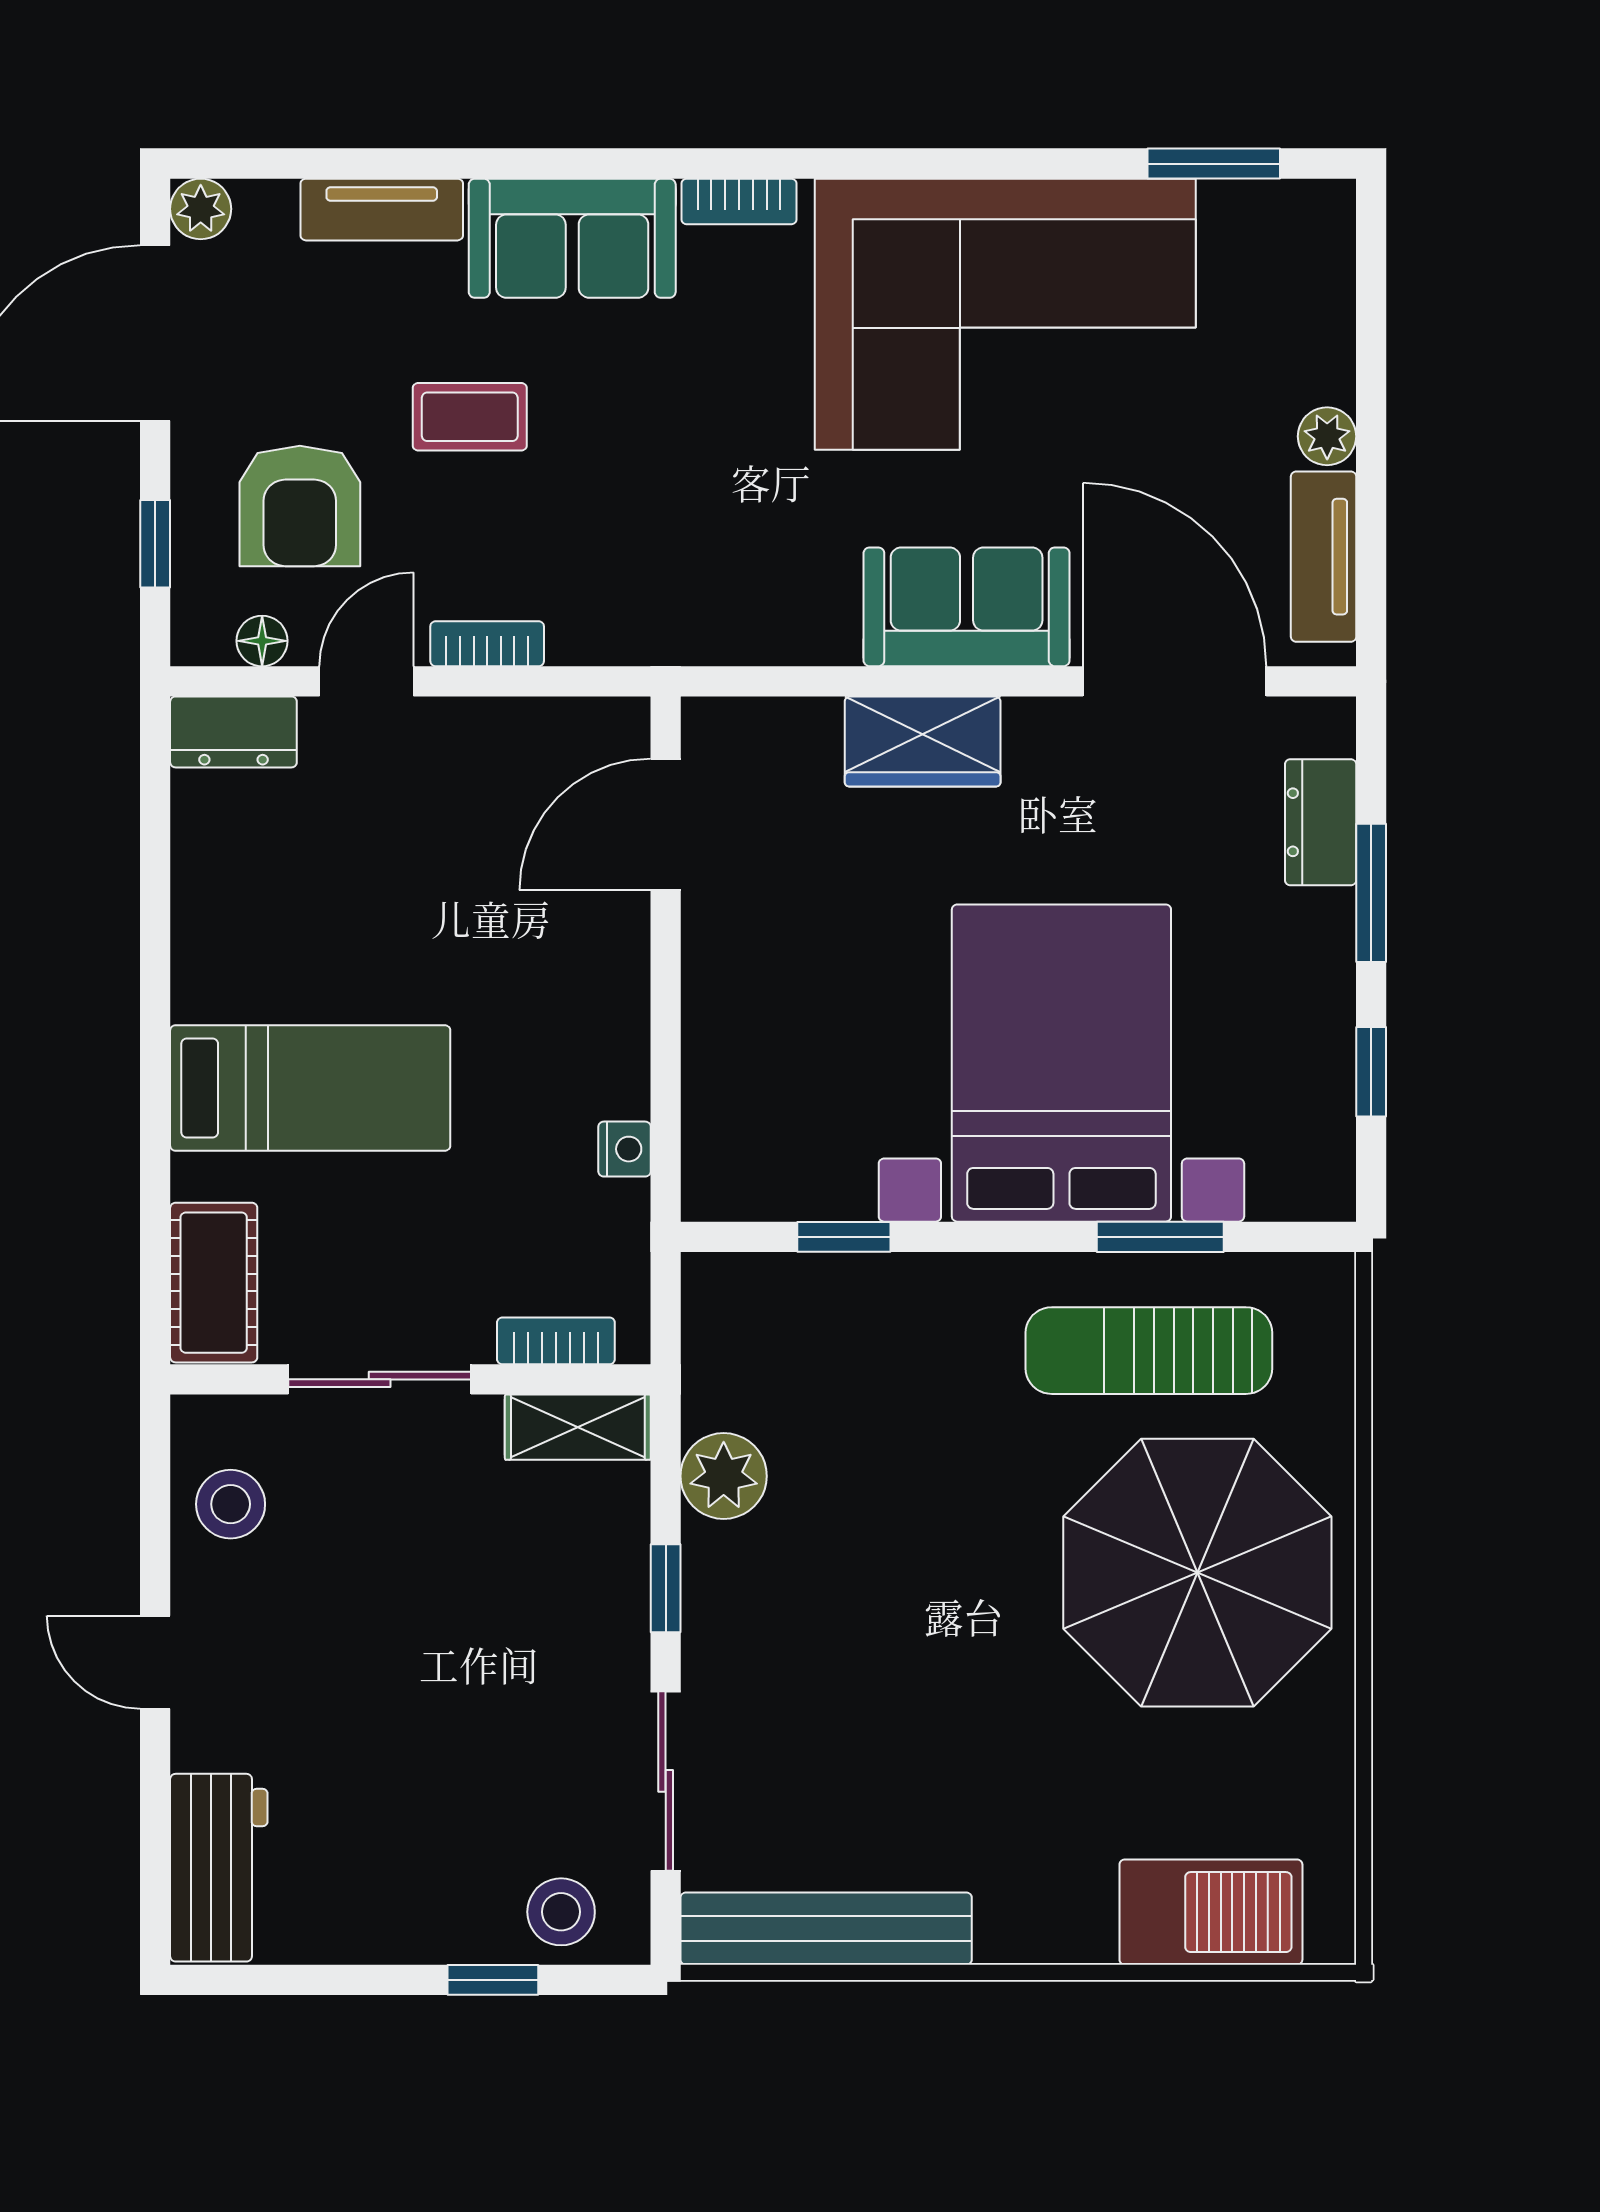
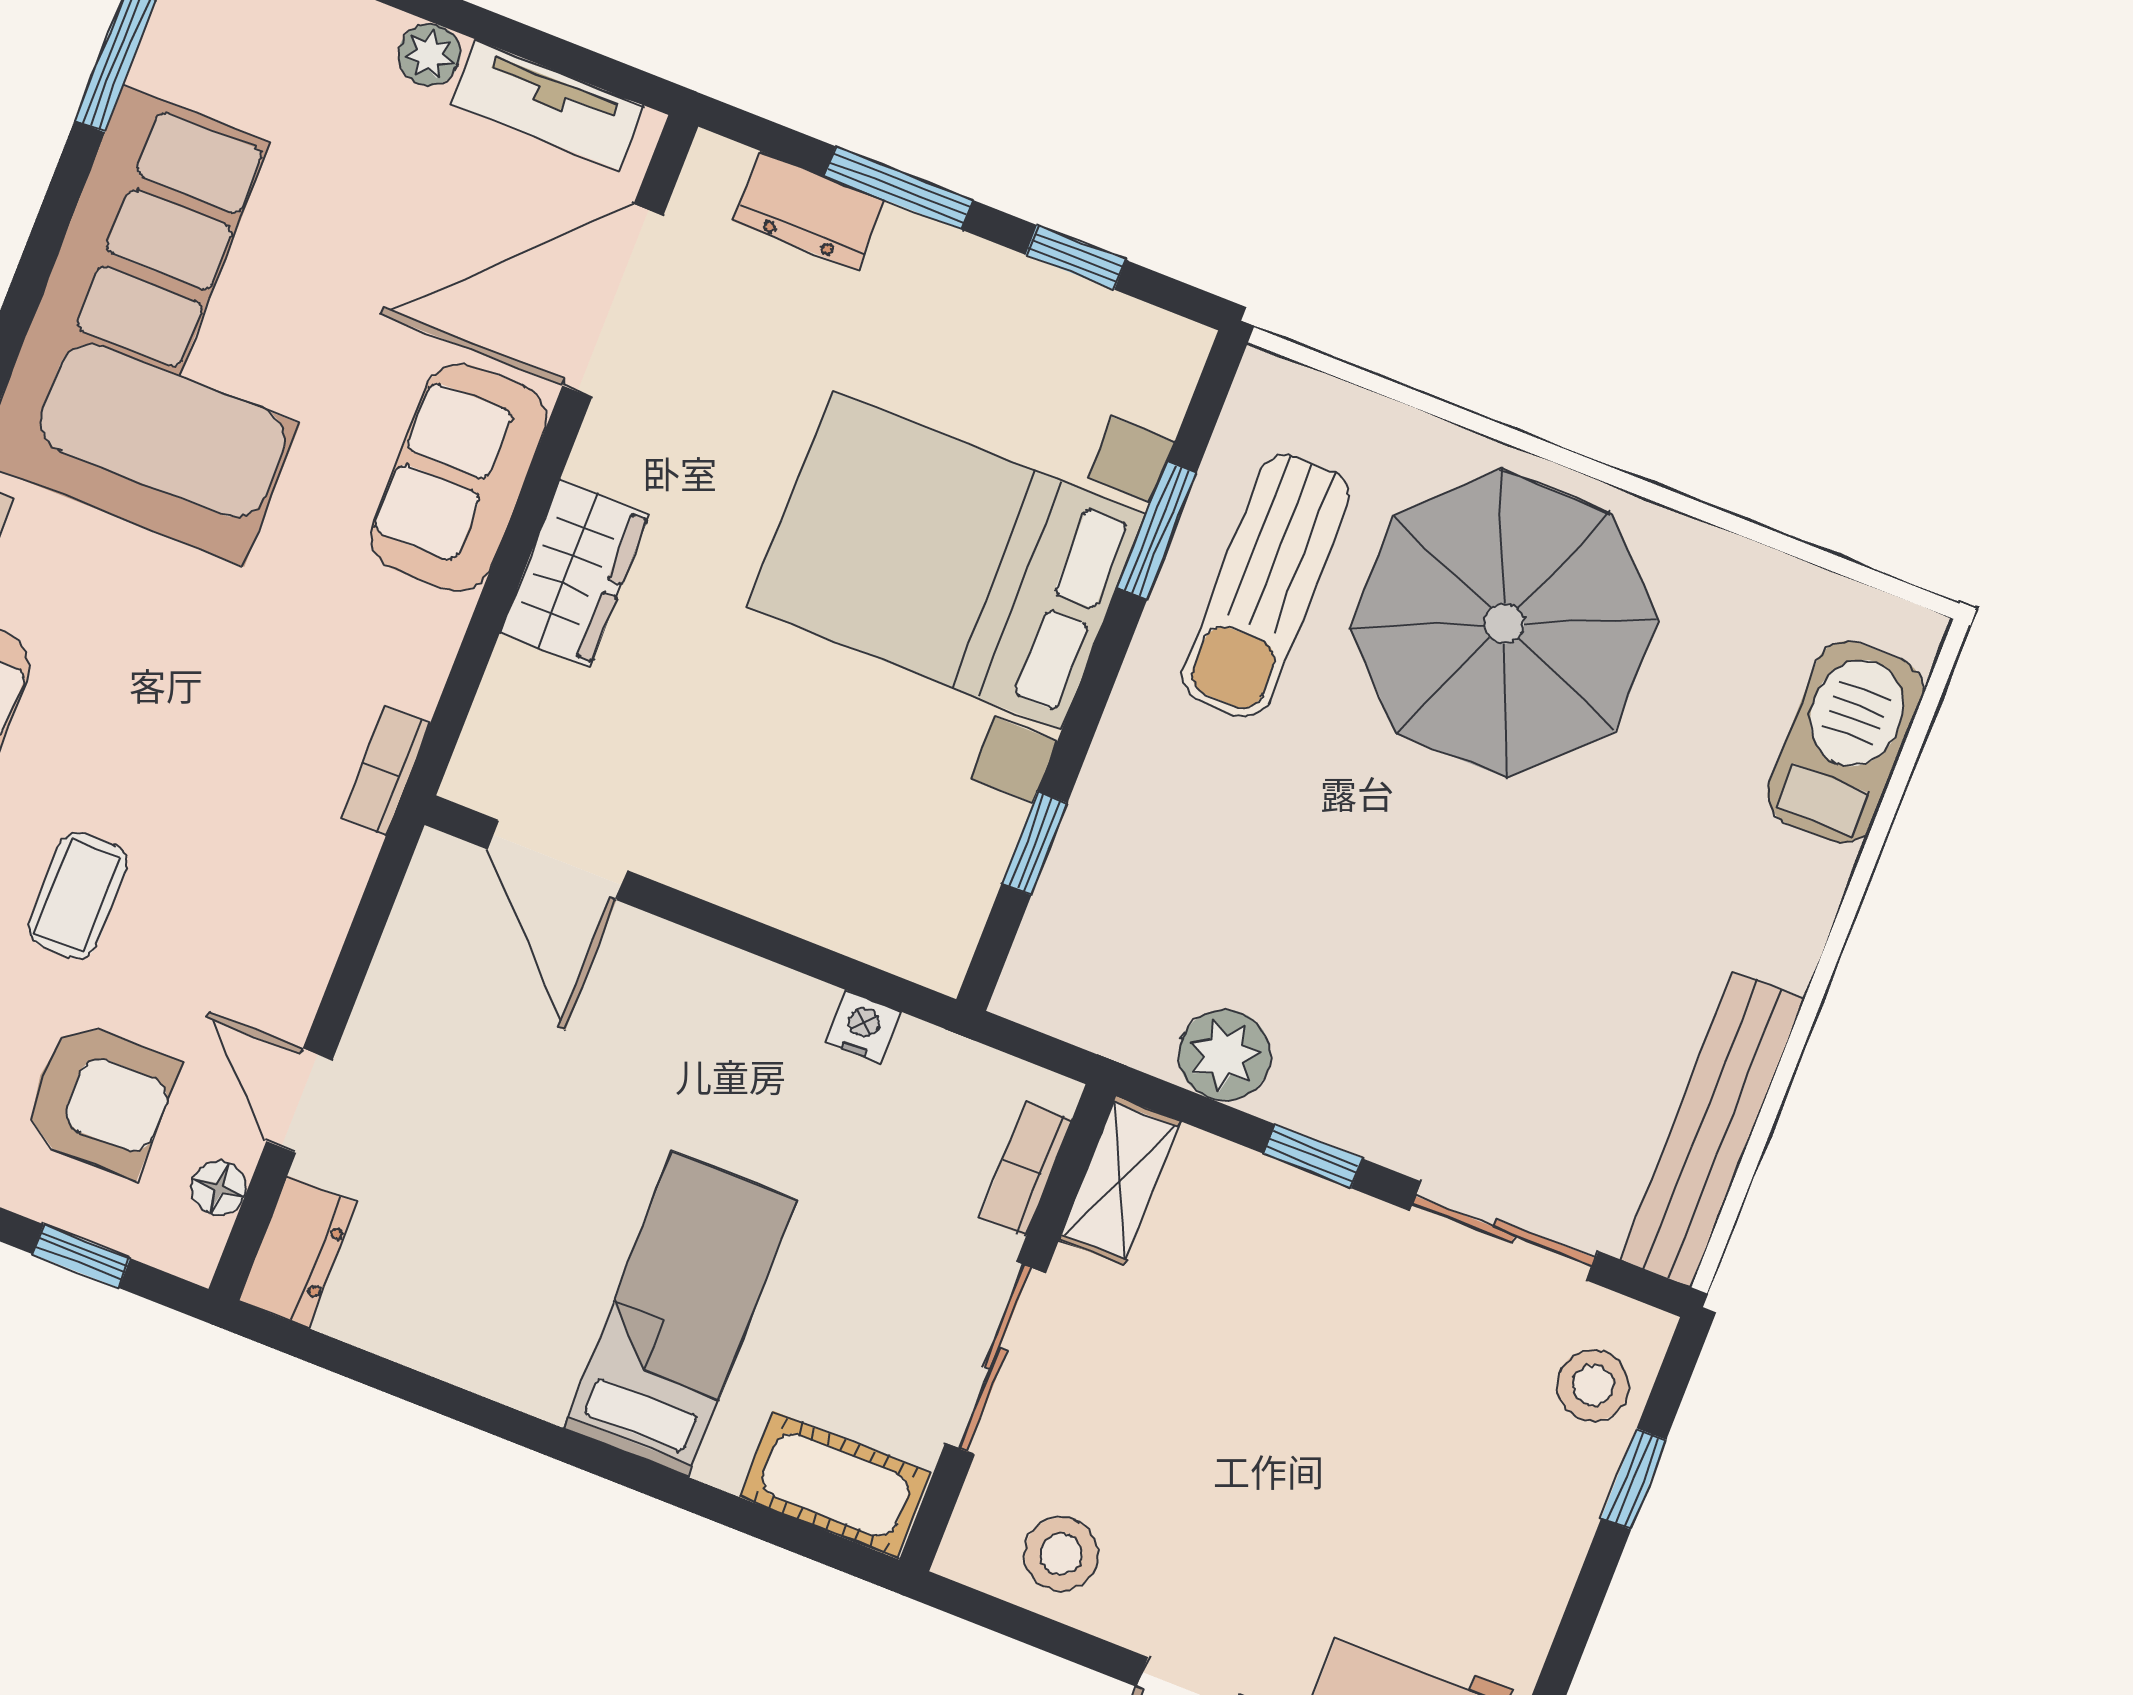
bookcase: (487, 644) -> (386, 771), moved

